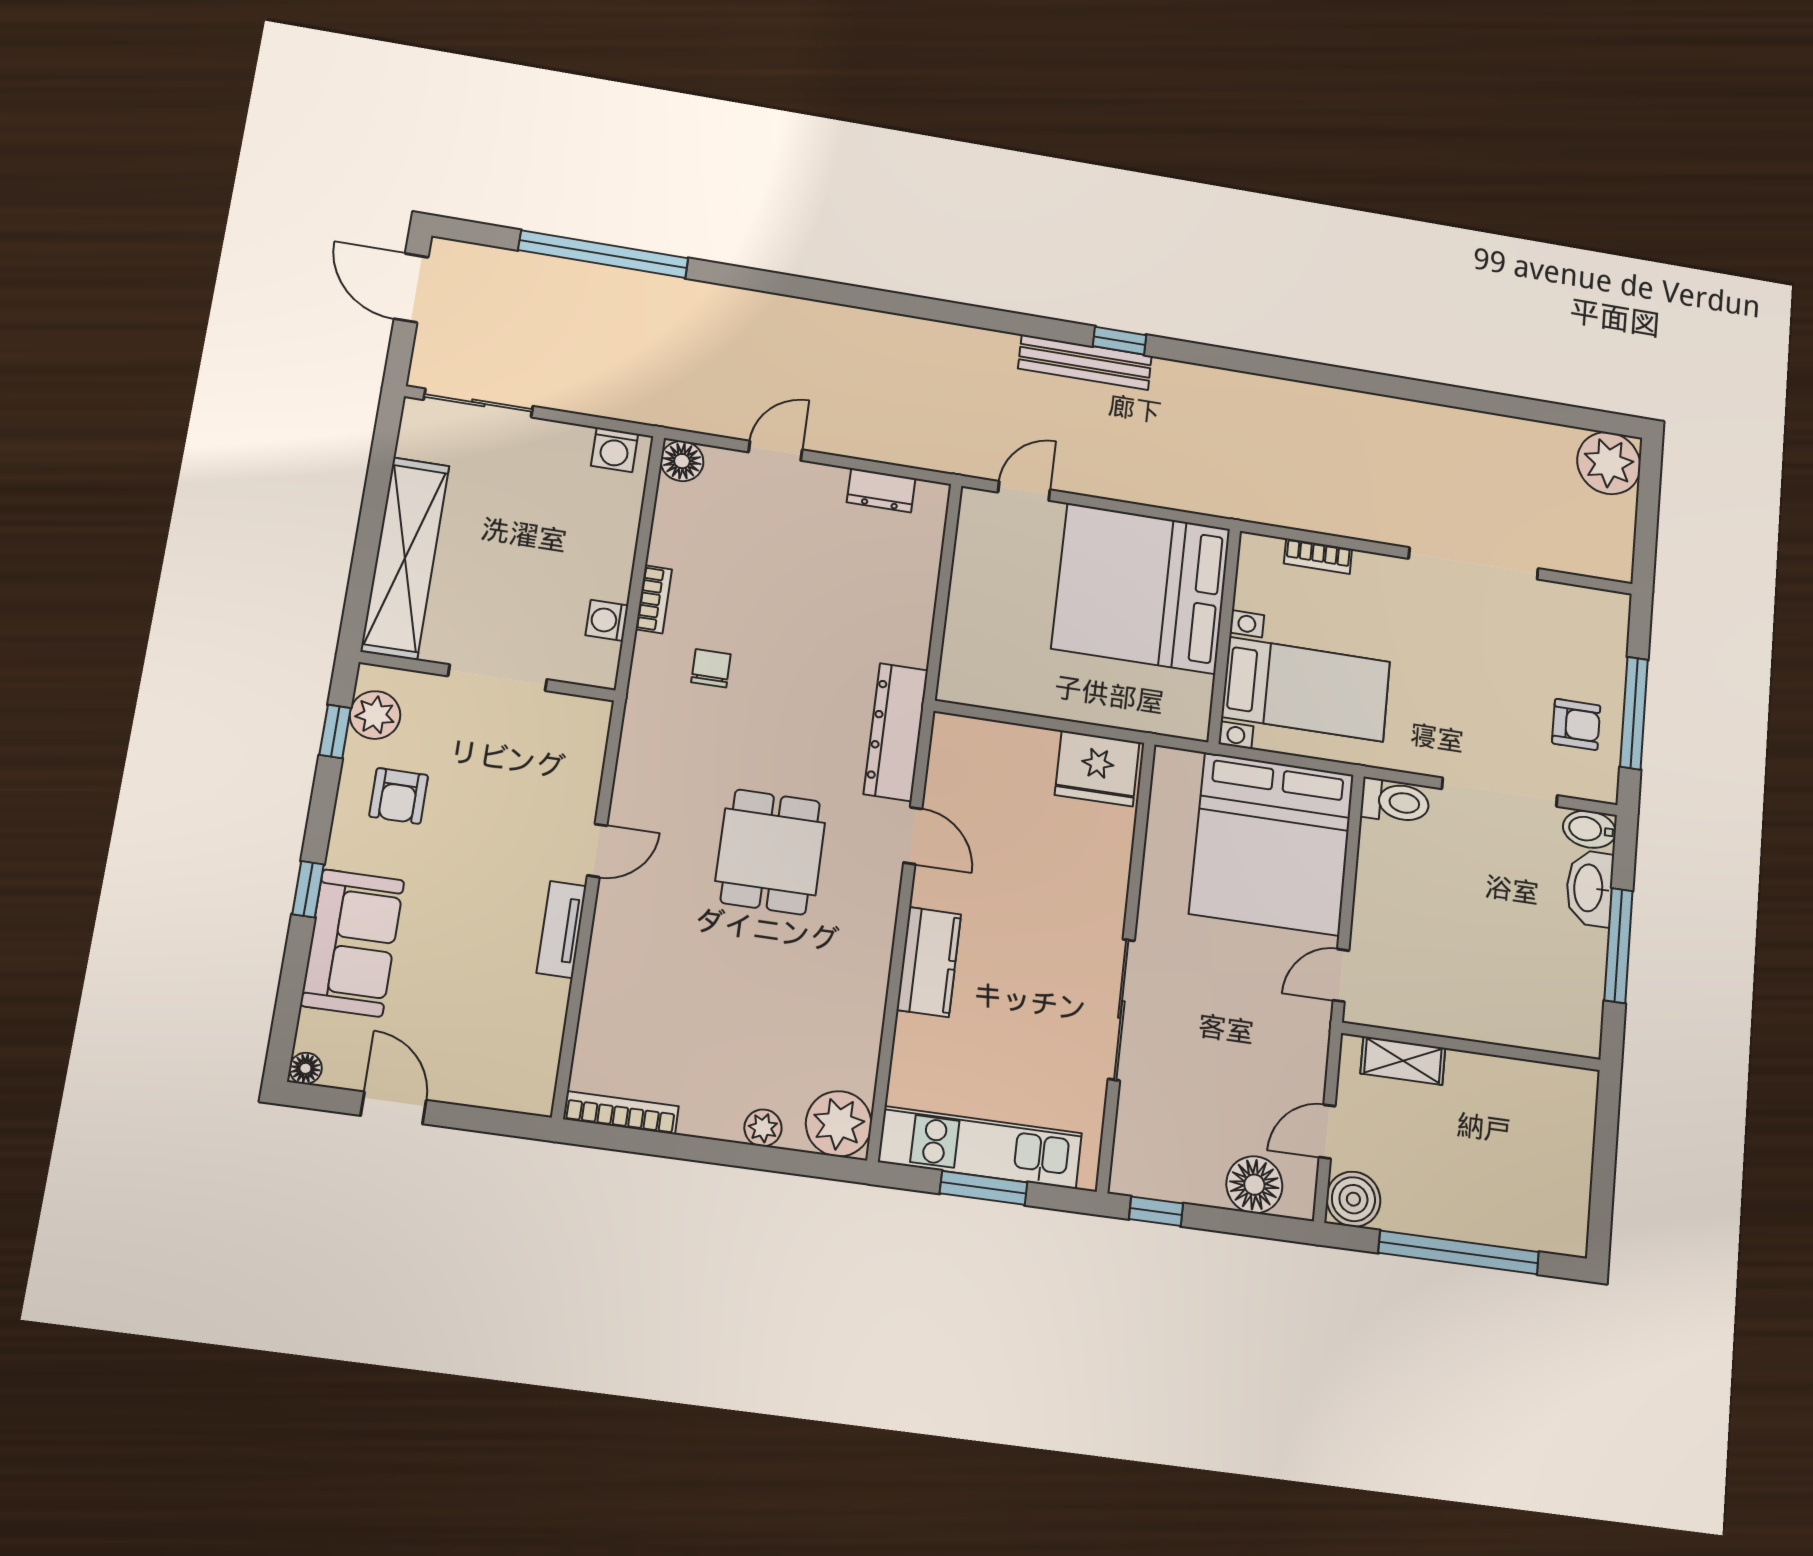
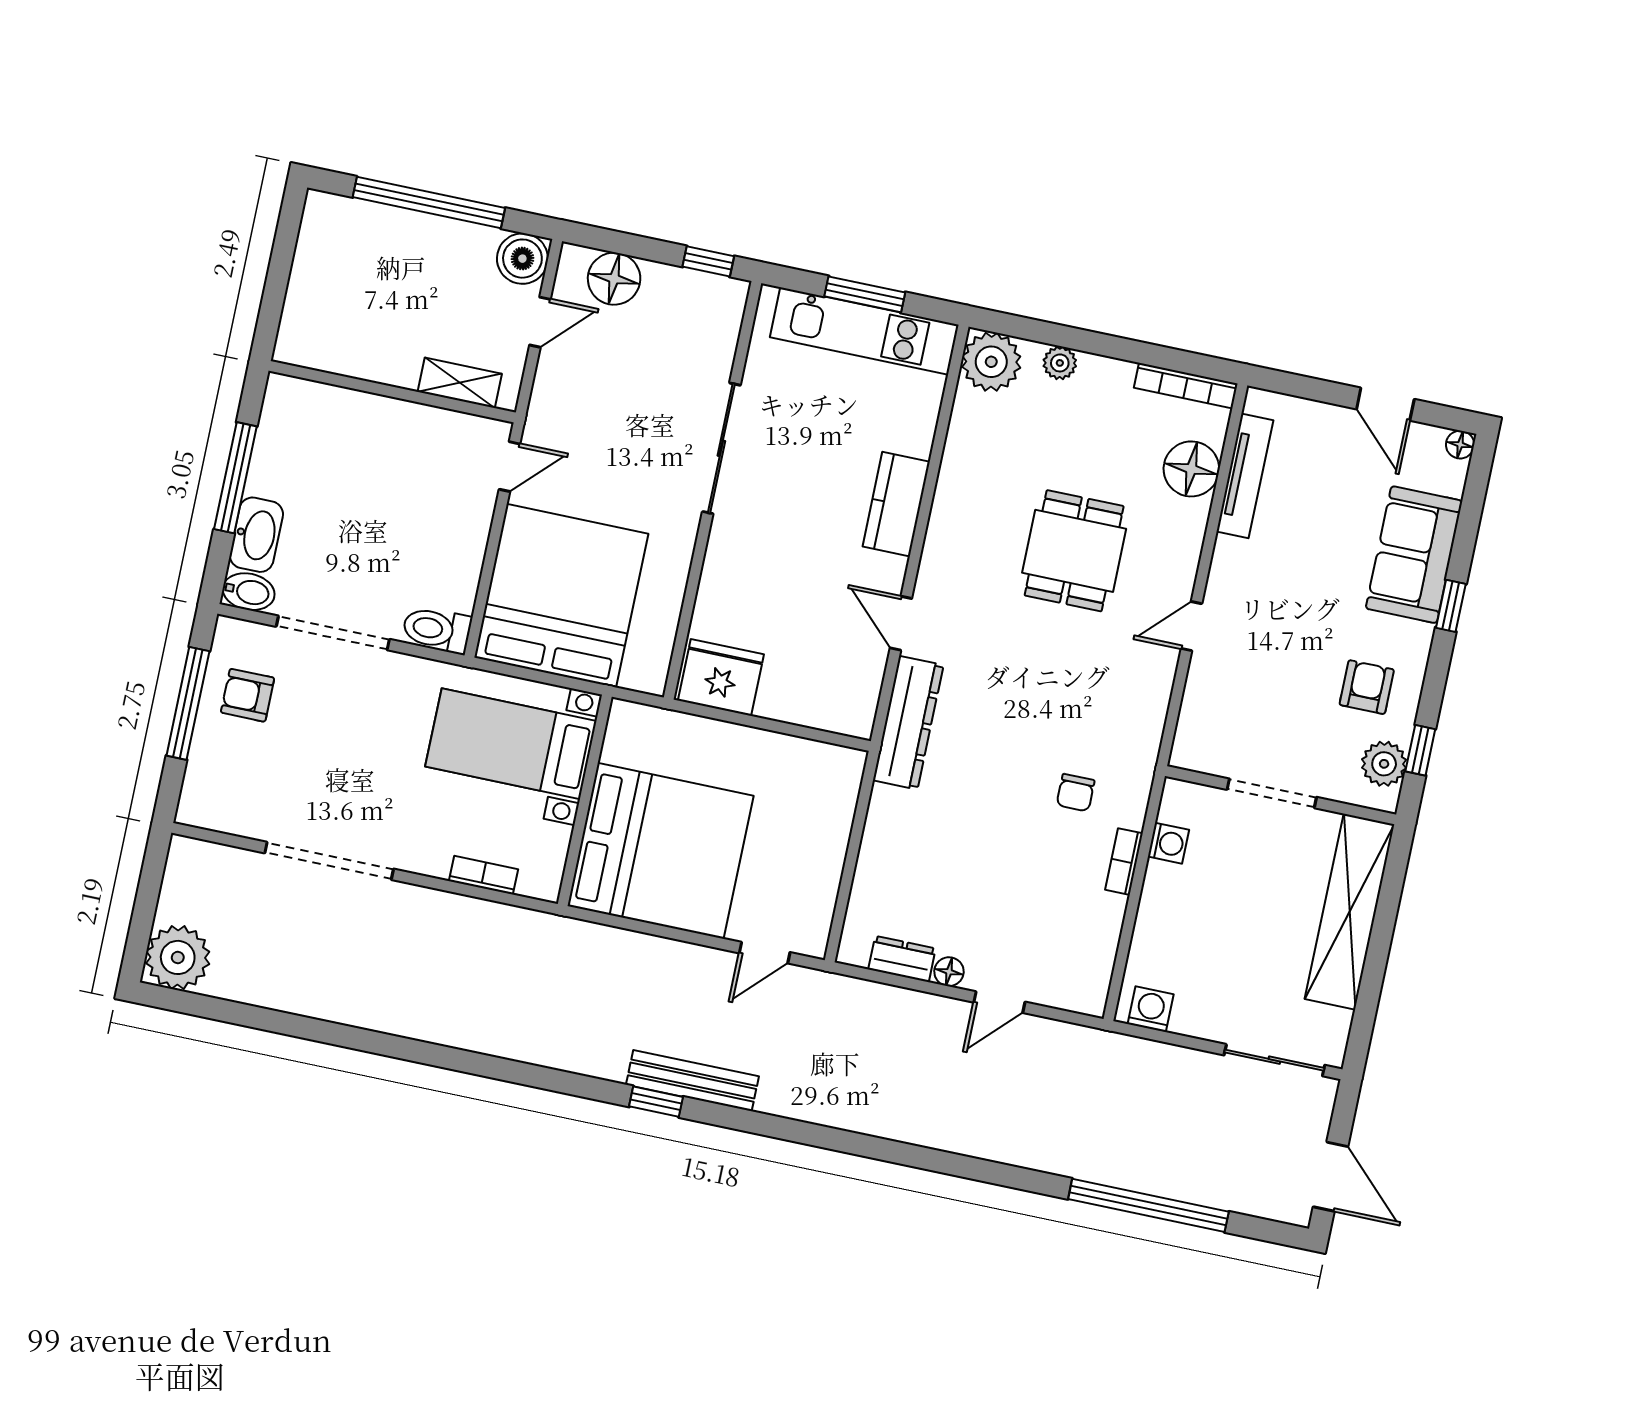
floor lamp: (682, 461) -> (949, 972), moved, width x0.73, depth x0.73
dining table: (770, 852) -> (1074, 551), moved
tv unit: (561, 929) -> (1245, 476), moved, width x1.41
floor lamp: (609, 1021) -> (1191, 469), added

